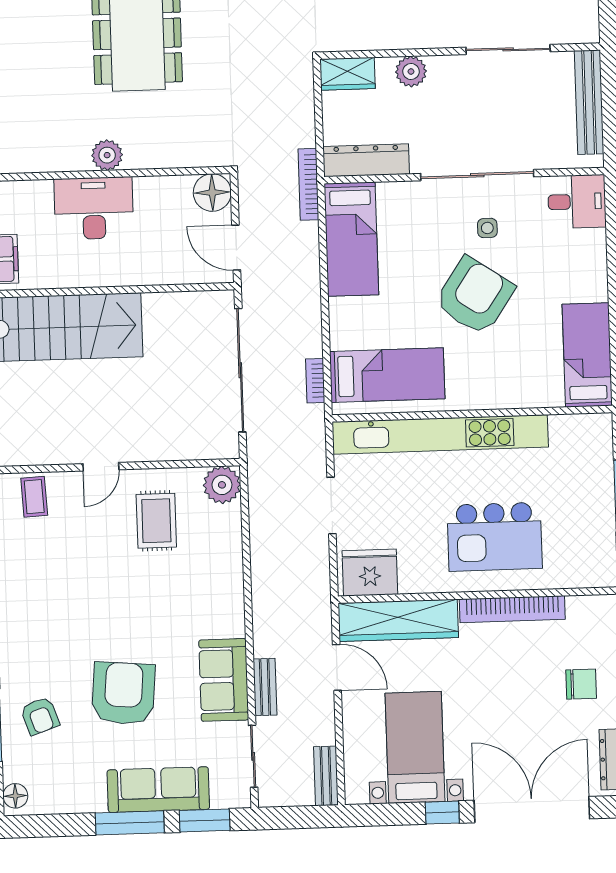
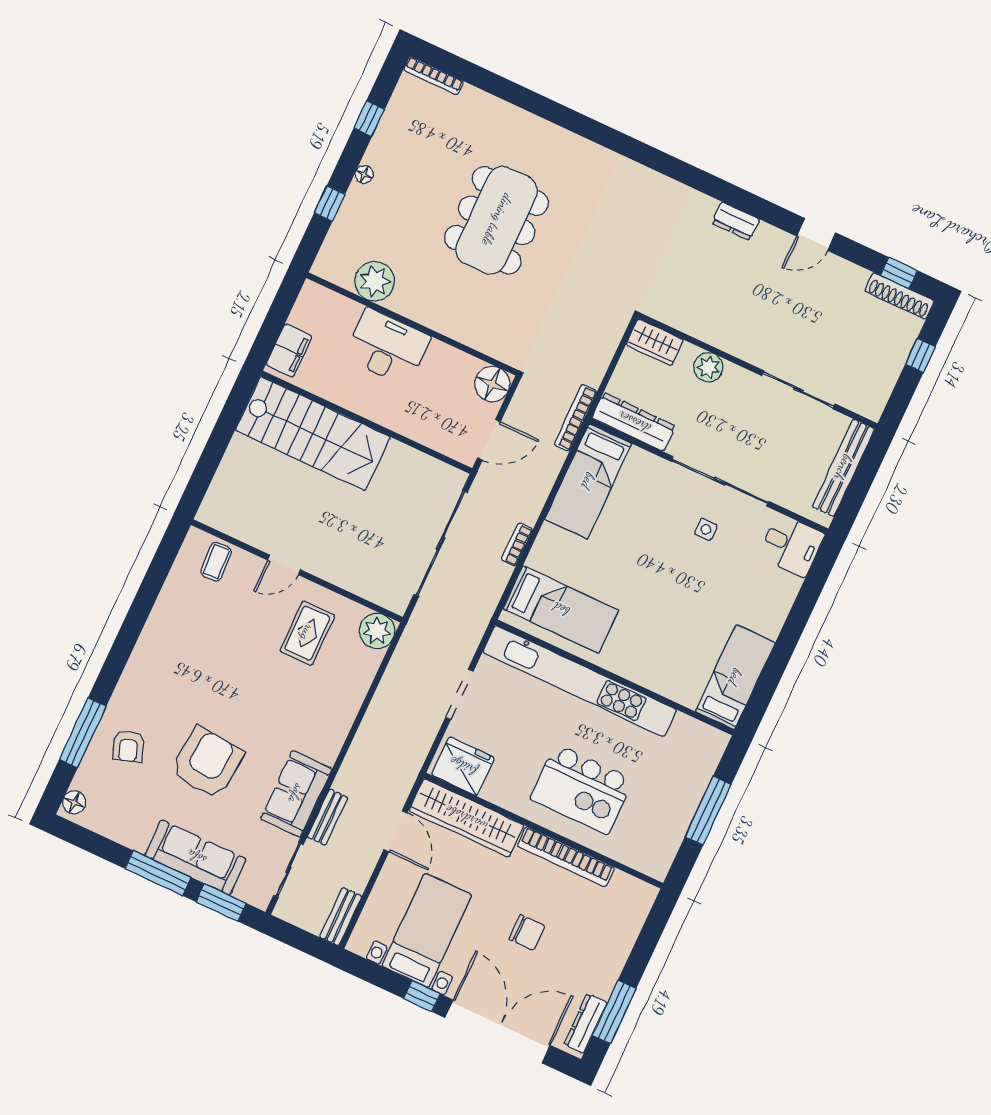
plant: (107, 155) -> (375, 281), moved, width x1.36, depth x1.36
door: (236, 248) -> (489, 440), swing flipped
armchair: (475, 296) -> (667, 580), removed
bookcase: (315, 381) -> (517, 544), moved
chair: (581, 684) -> (527, 933), moved

